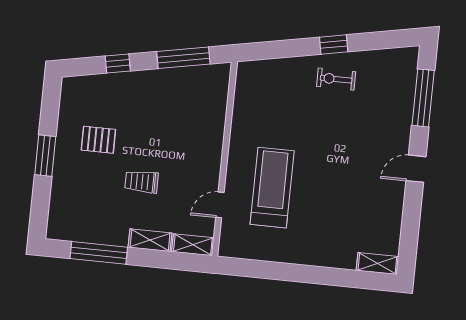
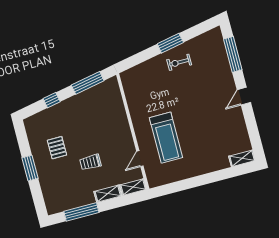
window: (334, 44) -> (170, 43), width x1.50
pallet: (98, 140) -> (57, 148), turned 90
treadmill: (272, 188) -> (166, 138), turned 180

